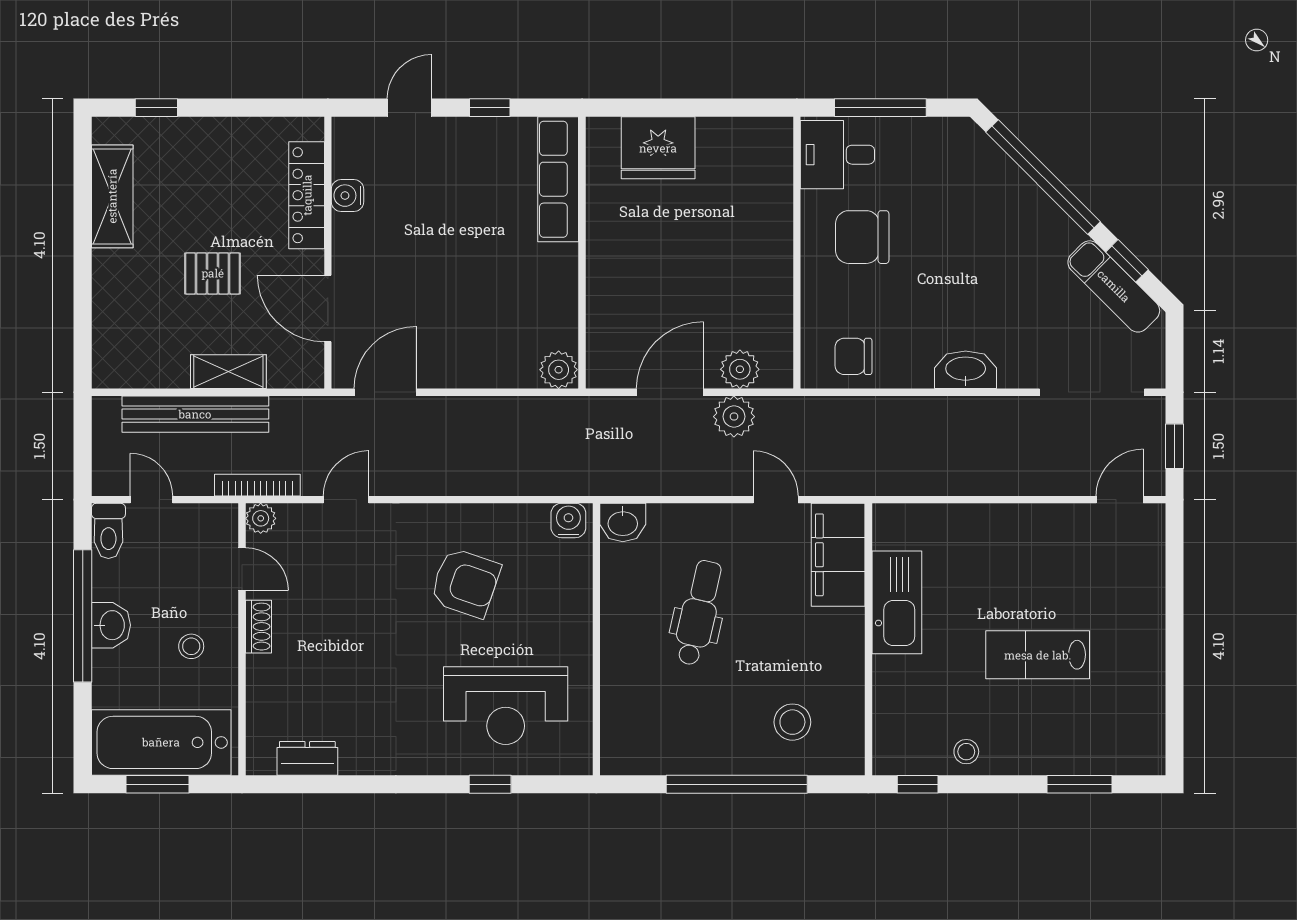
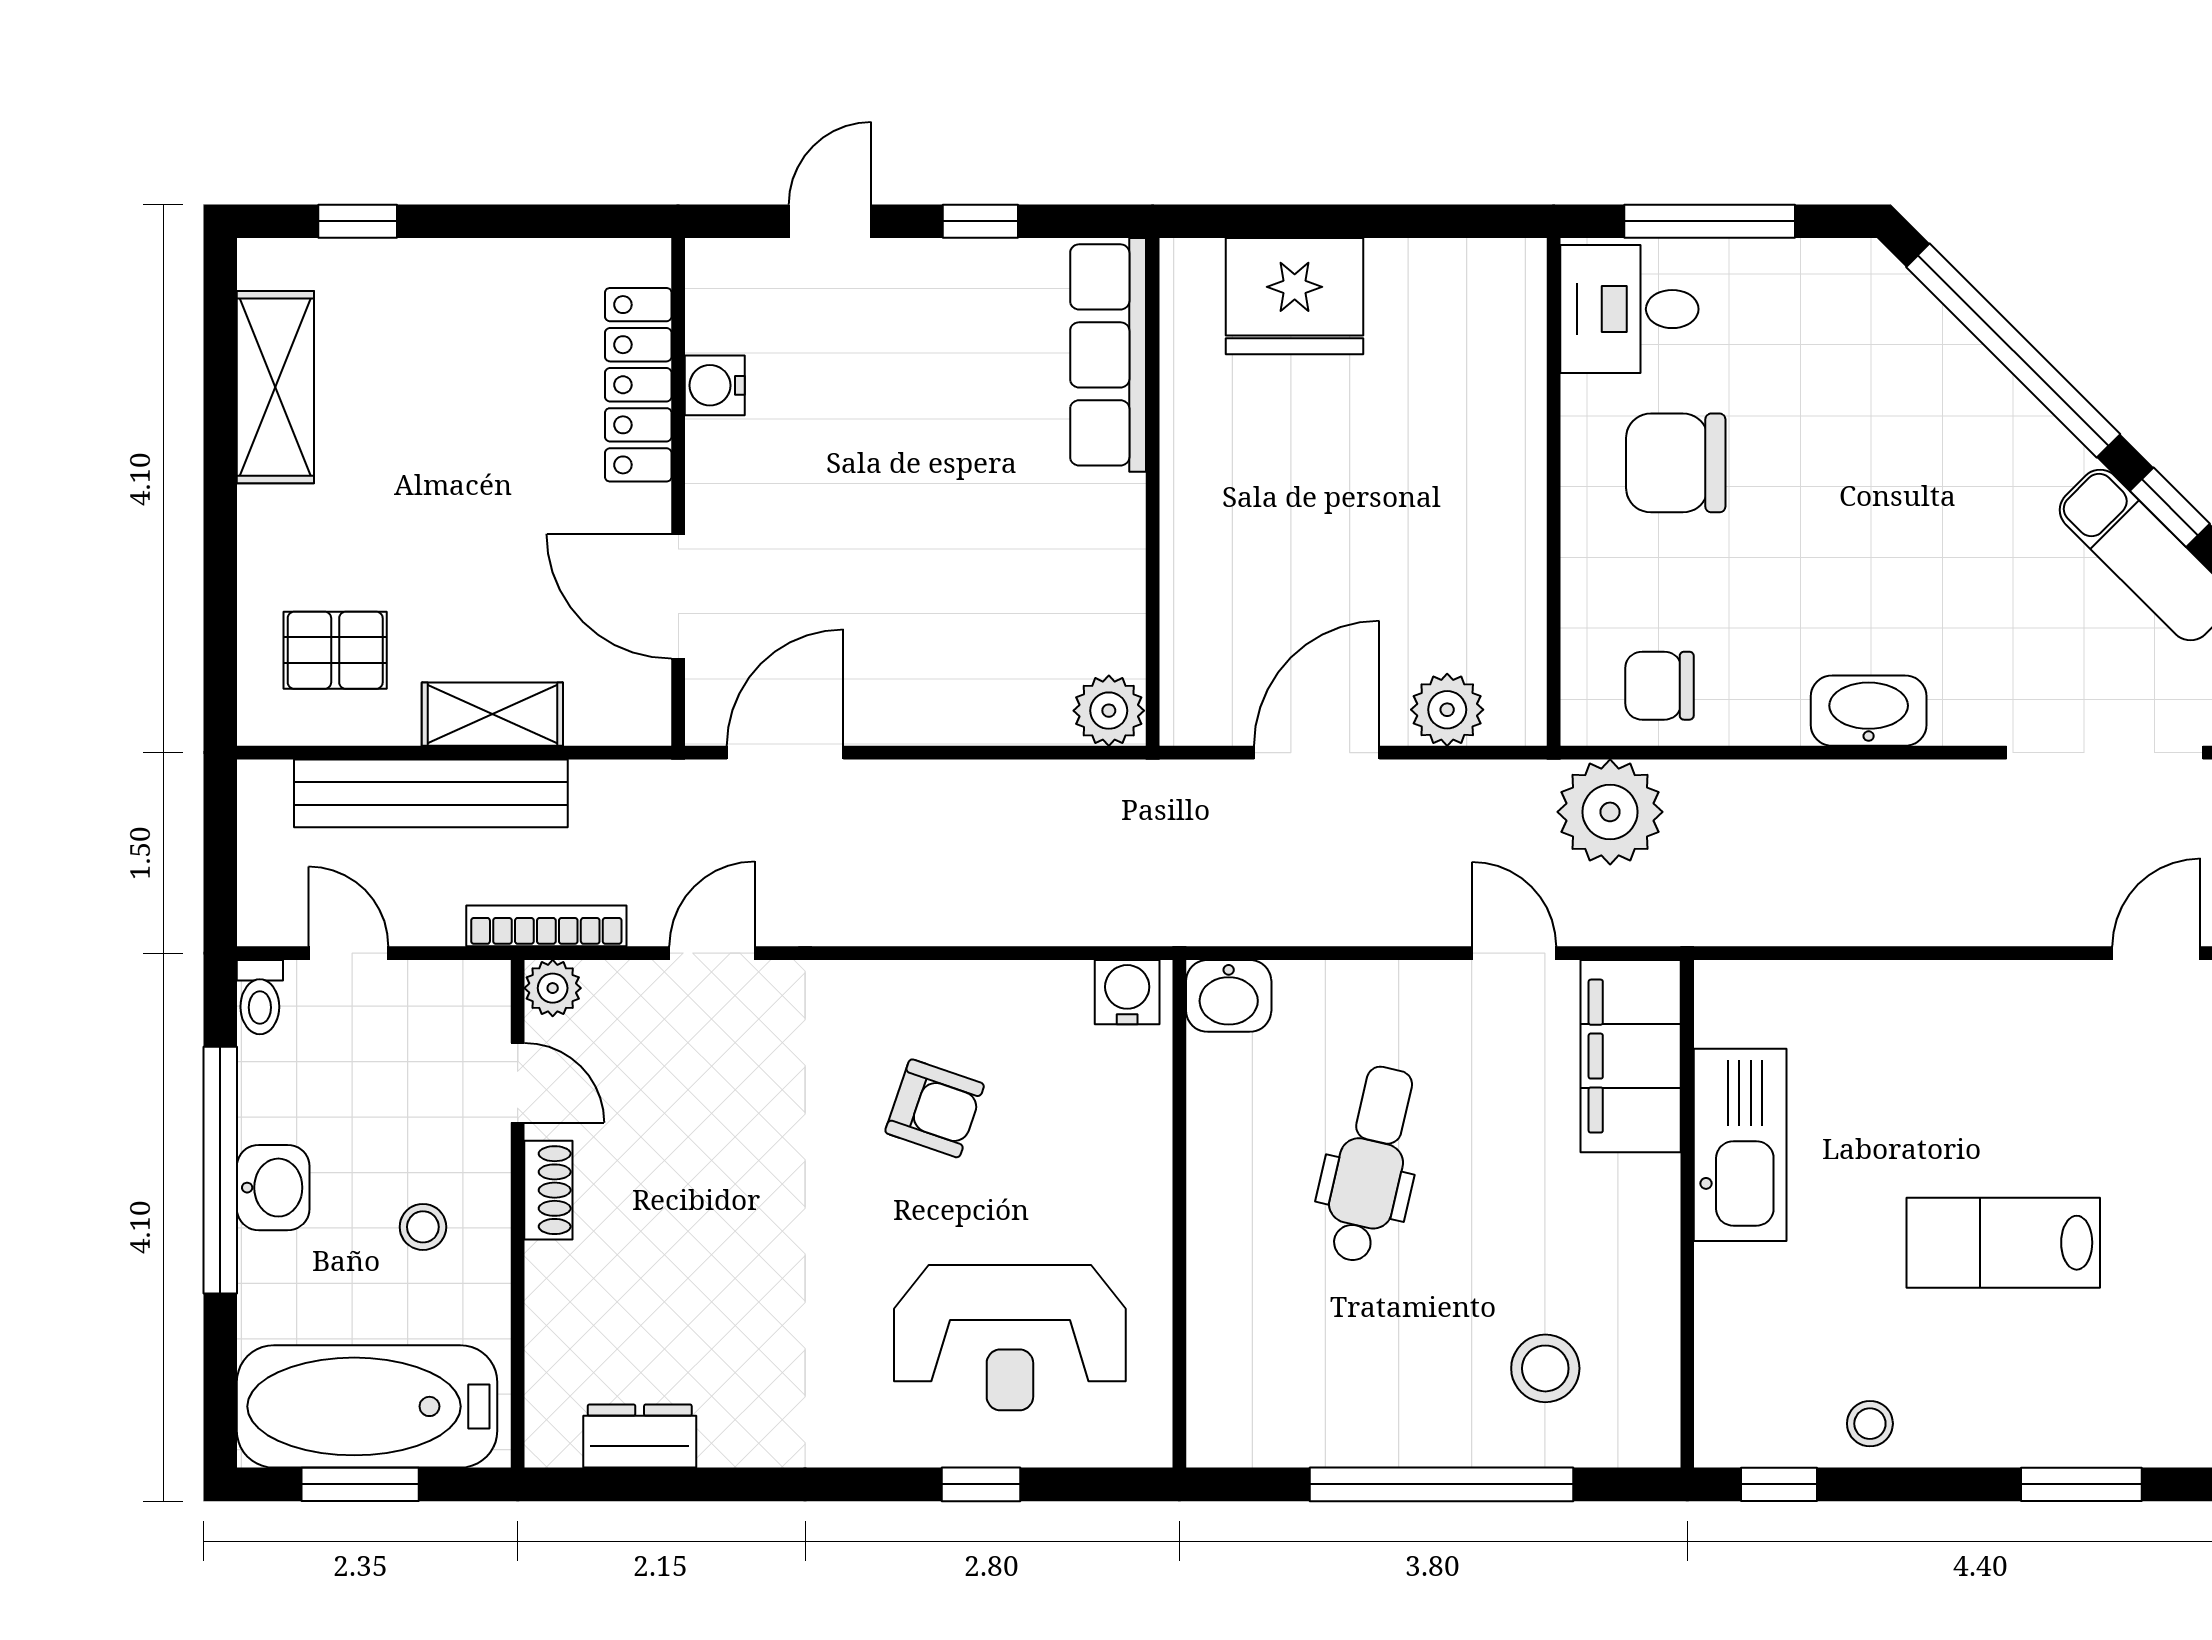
pallet: (213, 273) -> (335, 650), moved
plant: (734, 417) -> (1610, 812), moved, width x1.36, depth x1.36
toilet: (108, 531) -> (260, 997), width x0.73, depth x0.72
armchair: (465, 583) -> (935, 1108), width x0.72, depth x0.72

